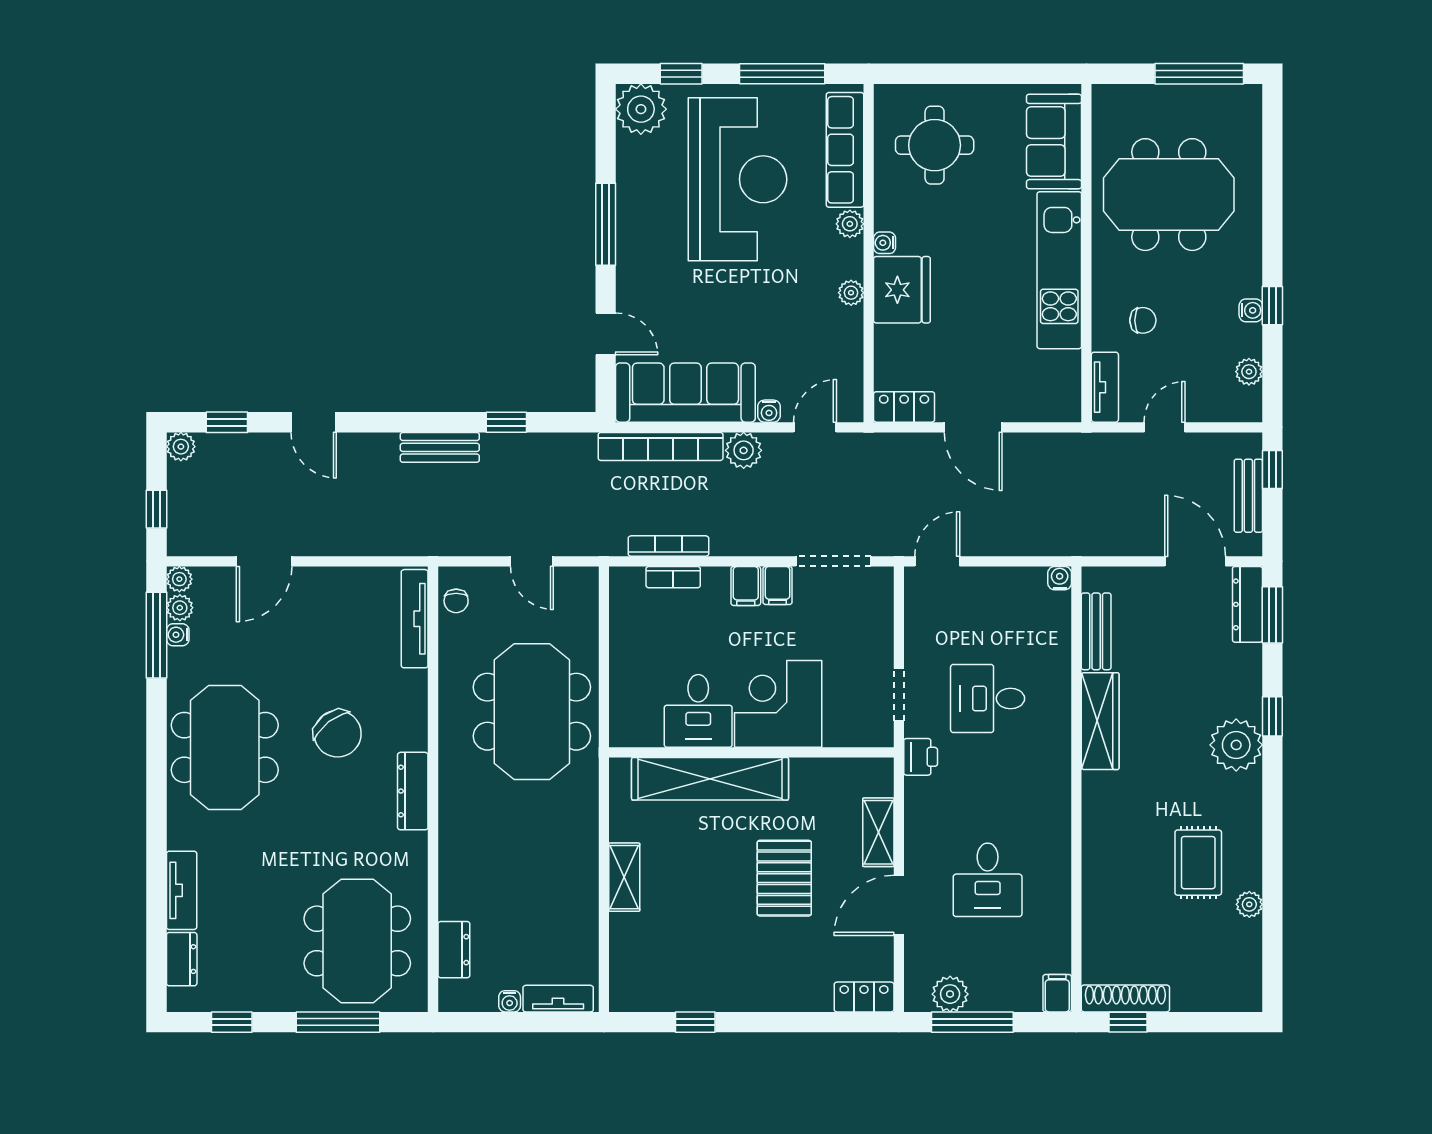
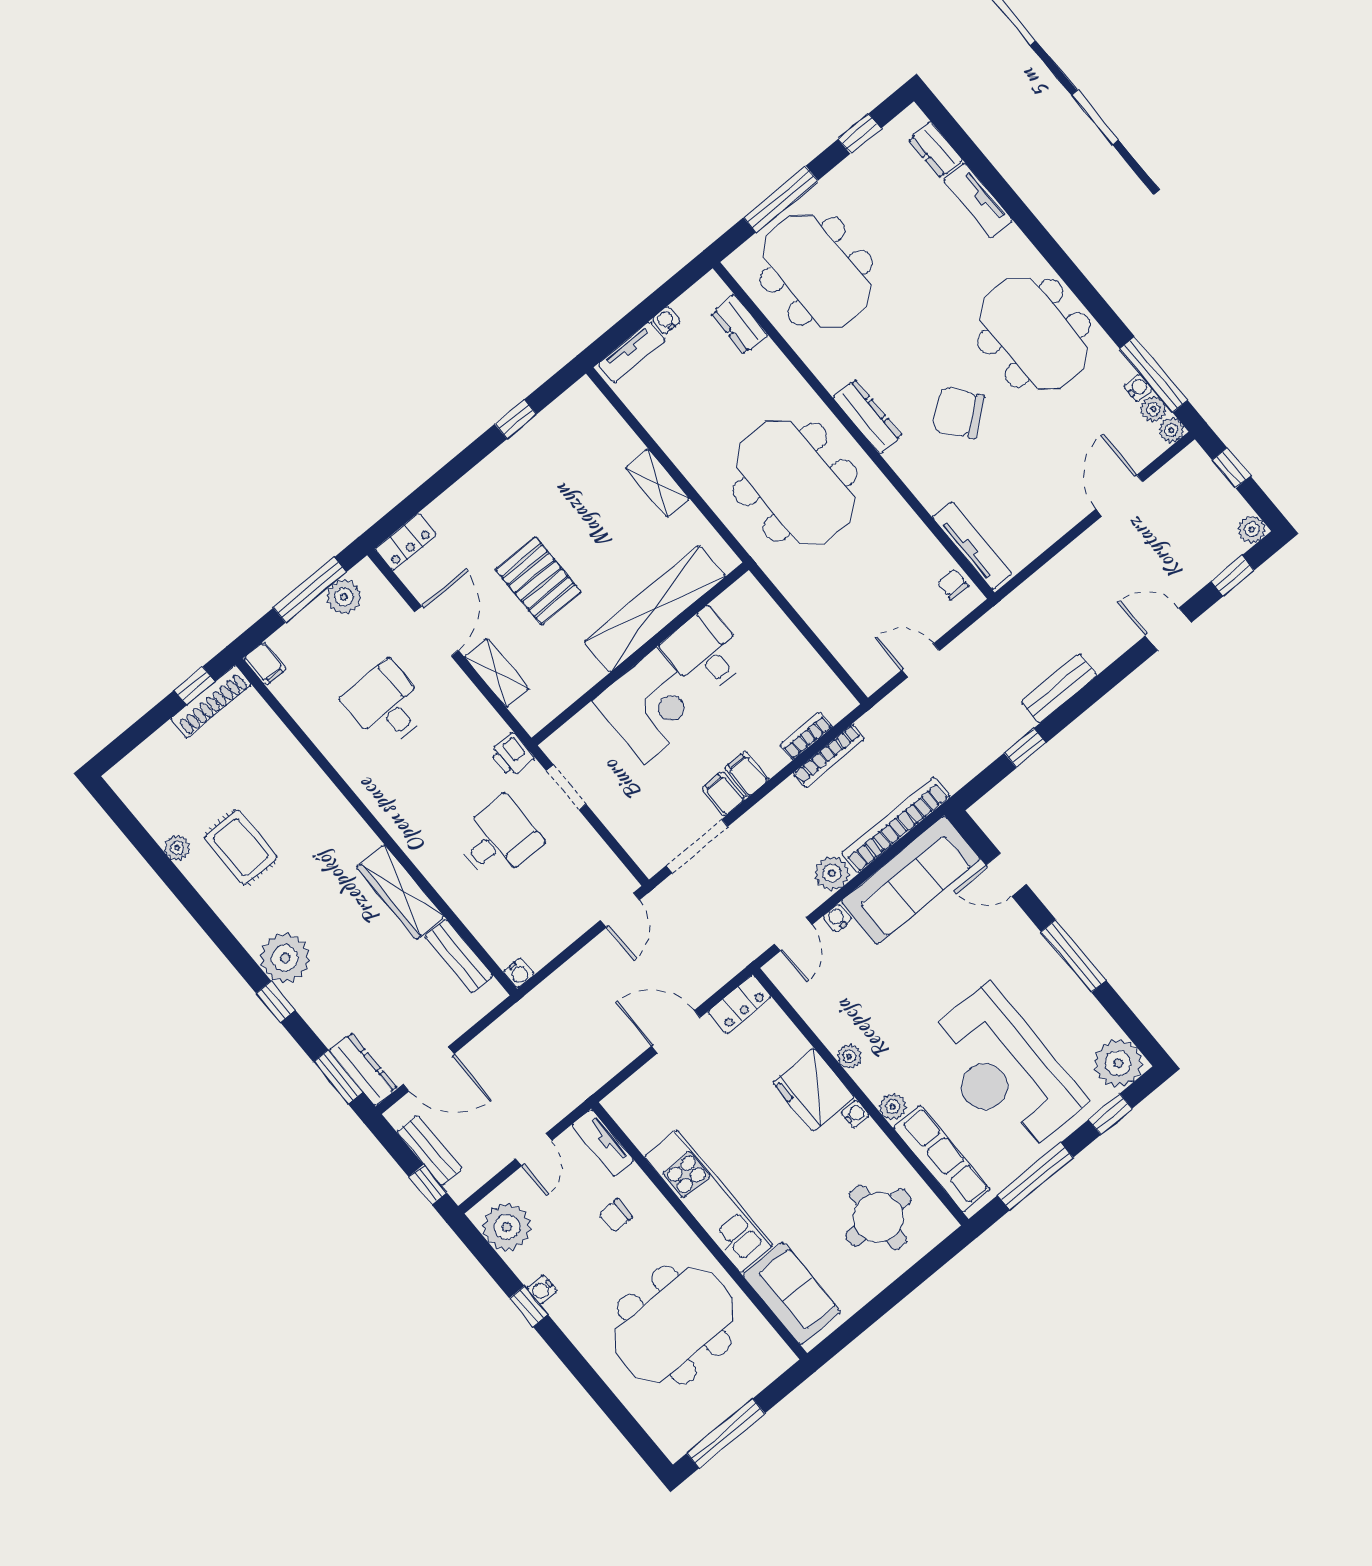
plant: (1249, 372) -> (507, 1227), width x1.87, depth x1.87
meeting table: (532, 712) -> (795, 482), moved

